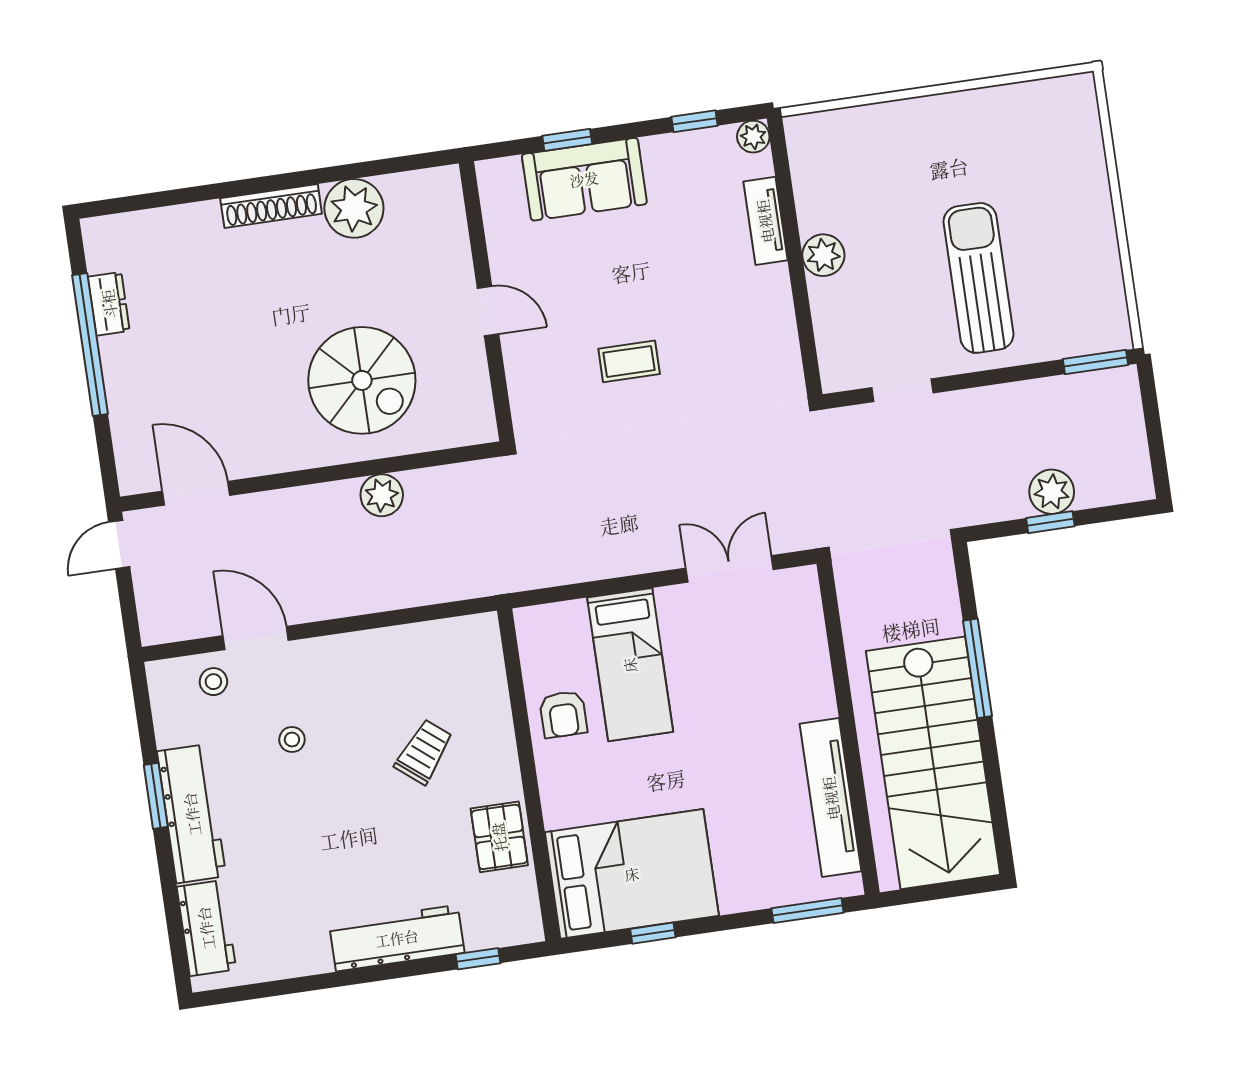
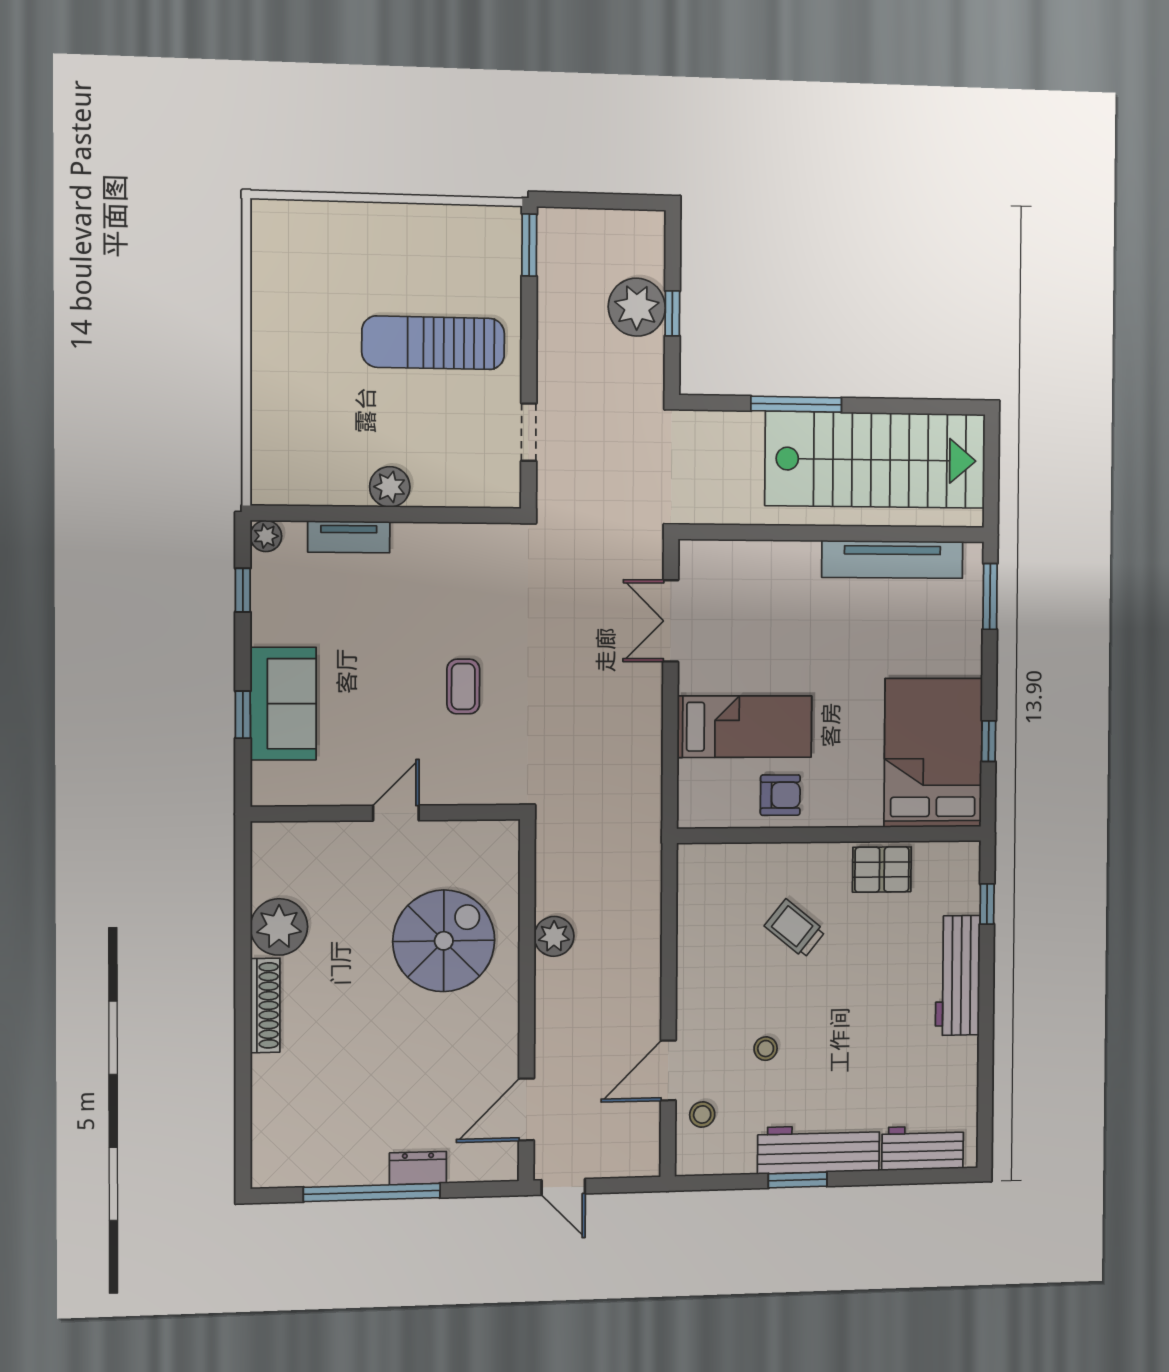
dresser: (109, 304) -> (418, 1168), moved
plant: (1052, 492) -> (637, 307), width x1.36, depth x1.36

